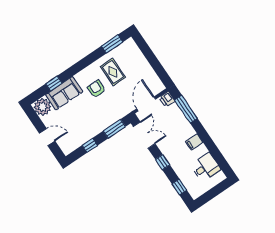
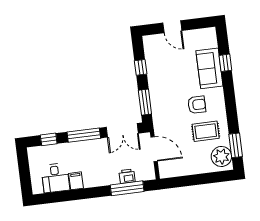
printer: (167, 99) -> (127, 176), moved
plant: (42, 107) -> (221, 156), moved
door: (47, 137) -> (172, 27), hinge flipped
filing cabinet: (194, 142) -> (76, 181), moved
window: (163, 162) -> (84, 135), width x2.17

